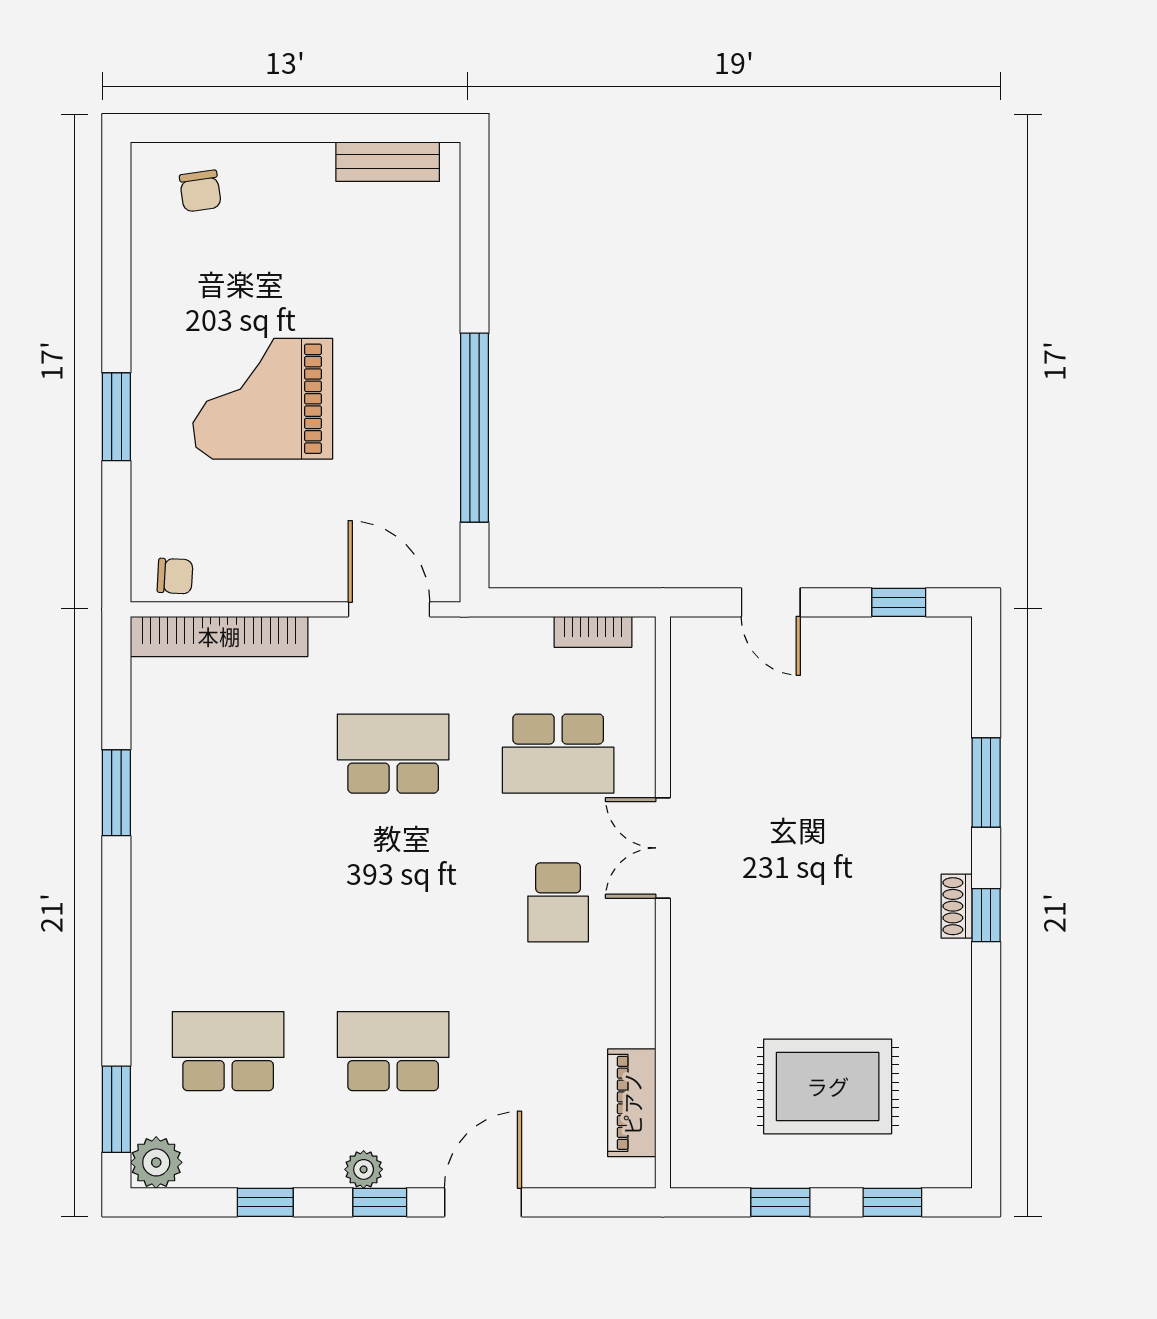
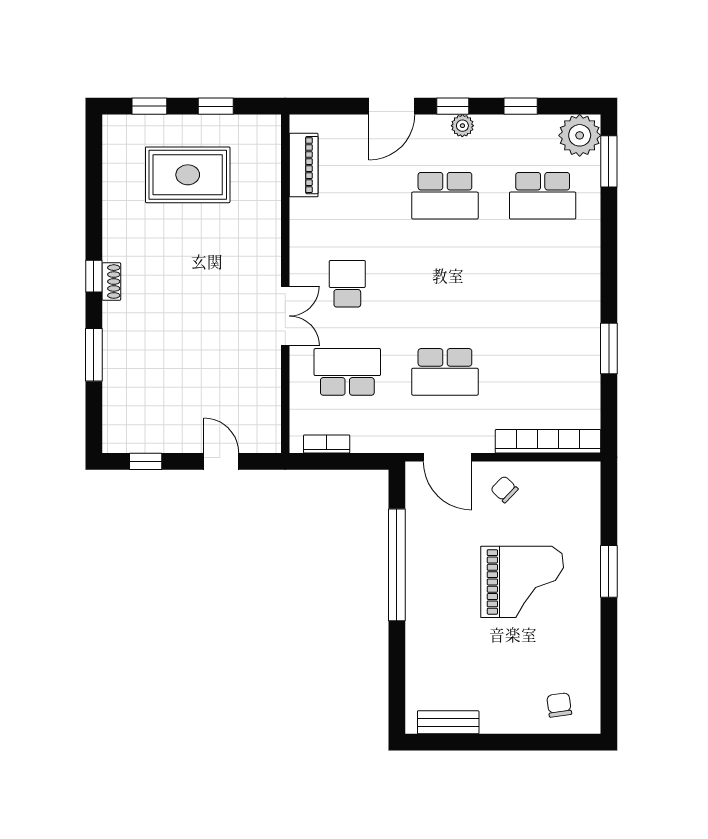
chair: (175, 576) -> (504, 489), moved, turned 41
plant: (156, 1162) -> (580, 135), width x1.36, depth x1.36

